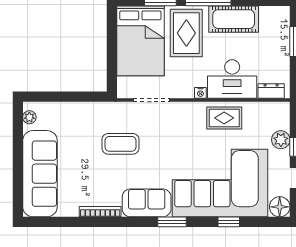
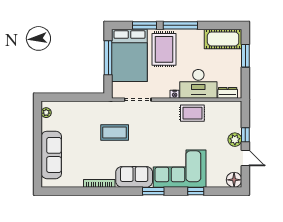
cot: (234, 19) -> (223, 39), moved
window: (112, 44) -> (108, 58), added
plant: (281, 140) -> (235, 140), moved
sofa: (40, 174) -> (51, 155), width x0.74, depth x0.79
corner sofa: (220, 183) -> (180, 169), width x0.73, depth x0.74

